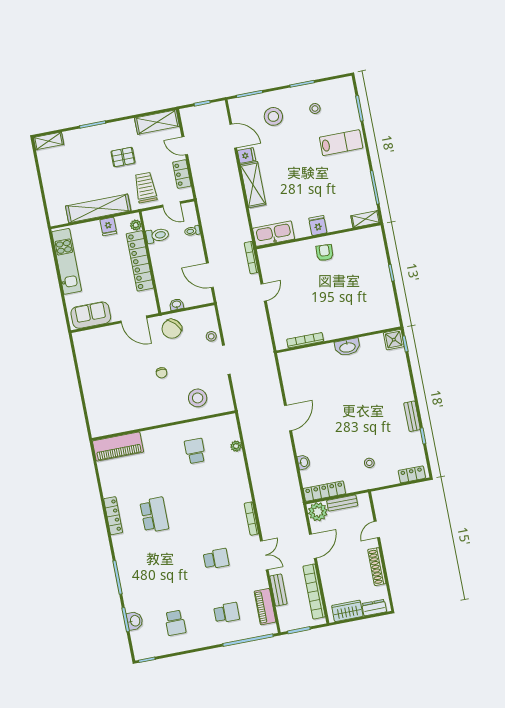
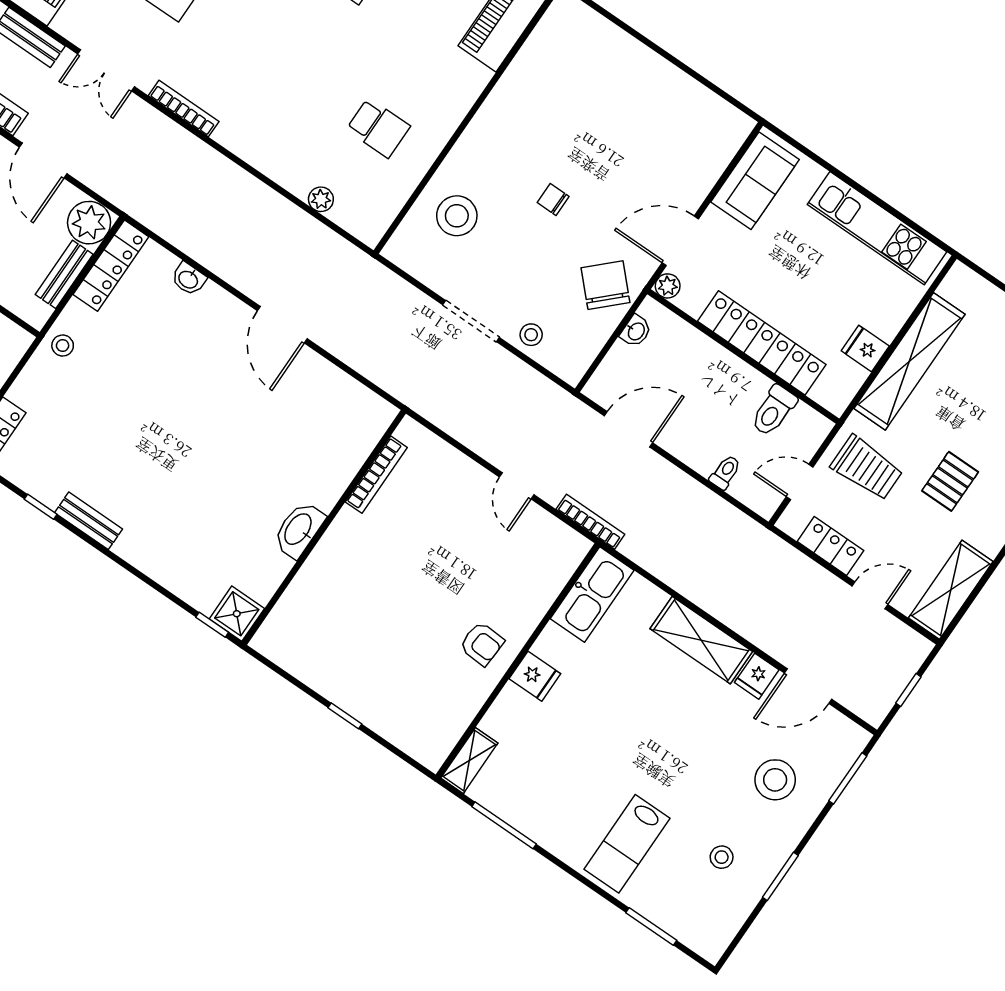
plant: (136, 225) -> (668, 286), moved
stool: (369, 463) -> (63, 346), moved

